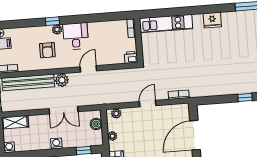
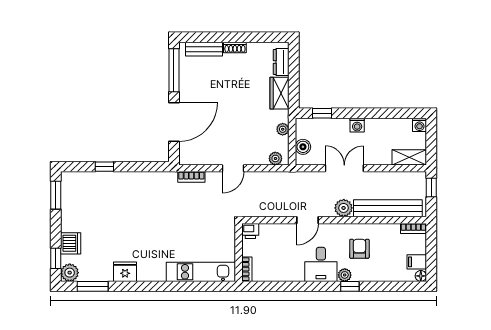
fridge: (212, 20) -> (125, 272), moved

